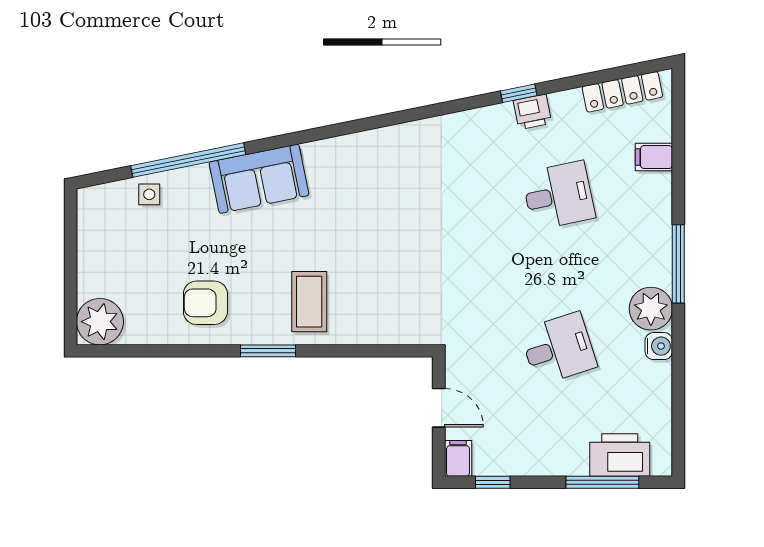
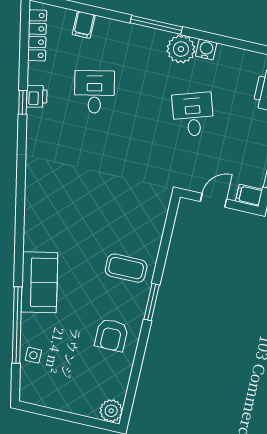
plant: (100, 322) -> (111, 411), width x0.73, depth x0.73

